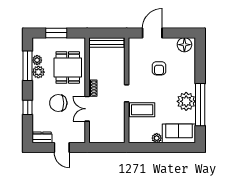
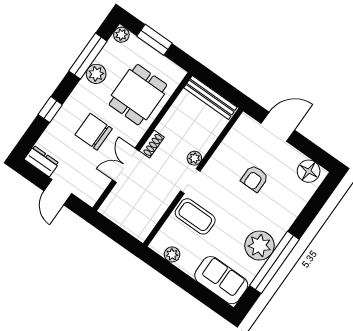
plant: (37, 60) -> (121, 35), moved
plant: (120, 80) -> (194, 158), added
plant: (157, 138) -> (172, 254), moved

